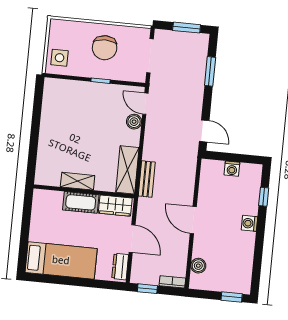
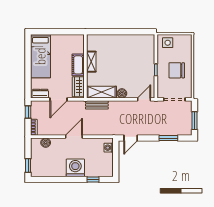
boiler: (134, 122) -> (122, 93), moved
washing machine: (232, 169) -> (109, 148), moved
washing machine: (249, 223) -> (75, 168), width x1.89, depth x1.89

